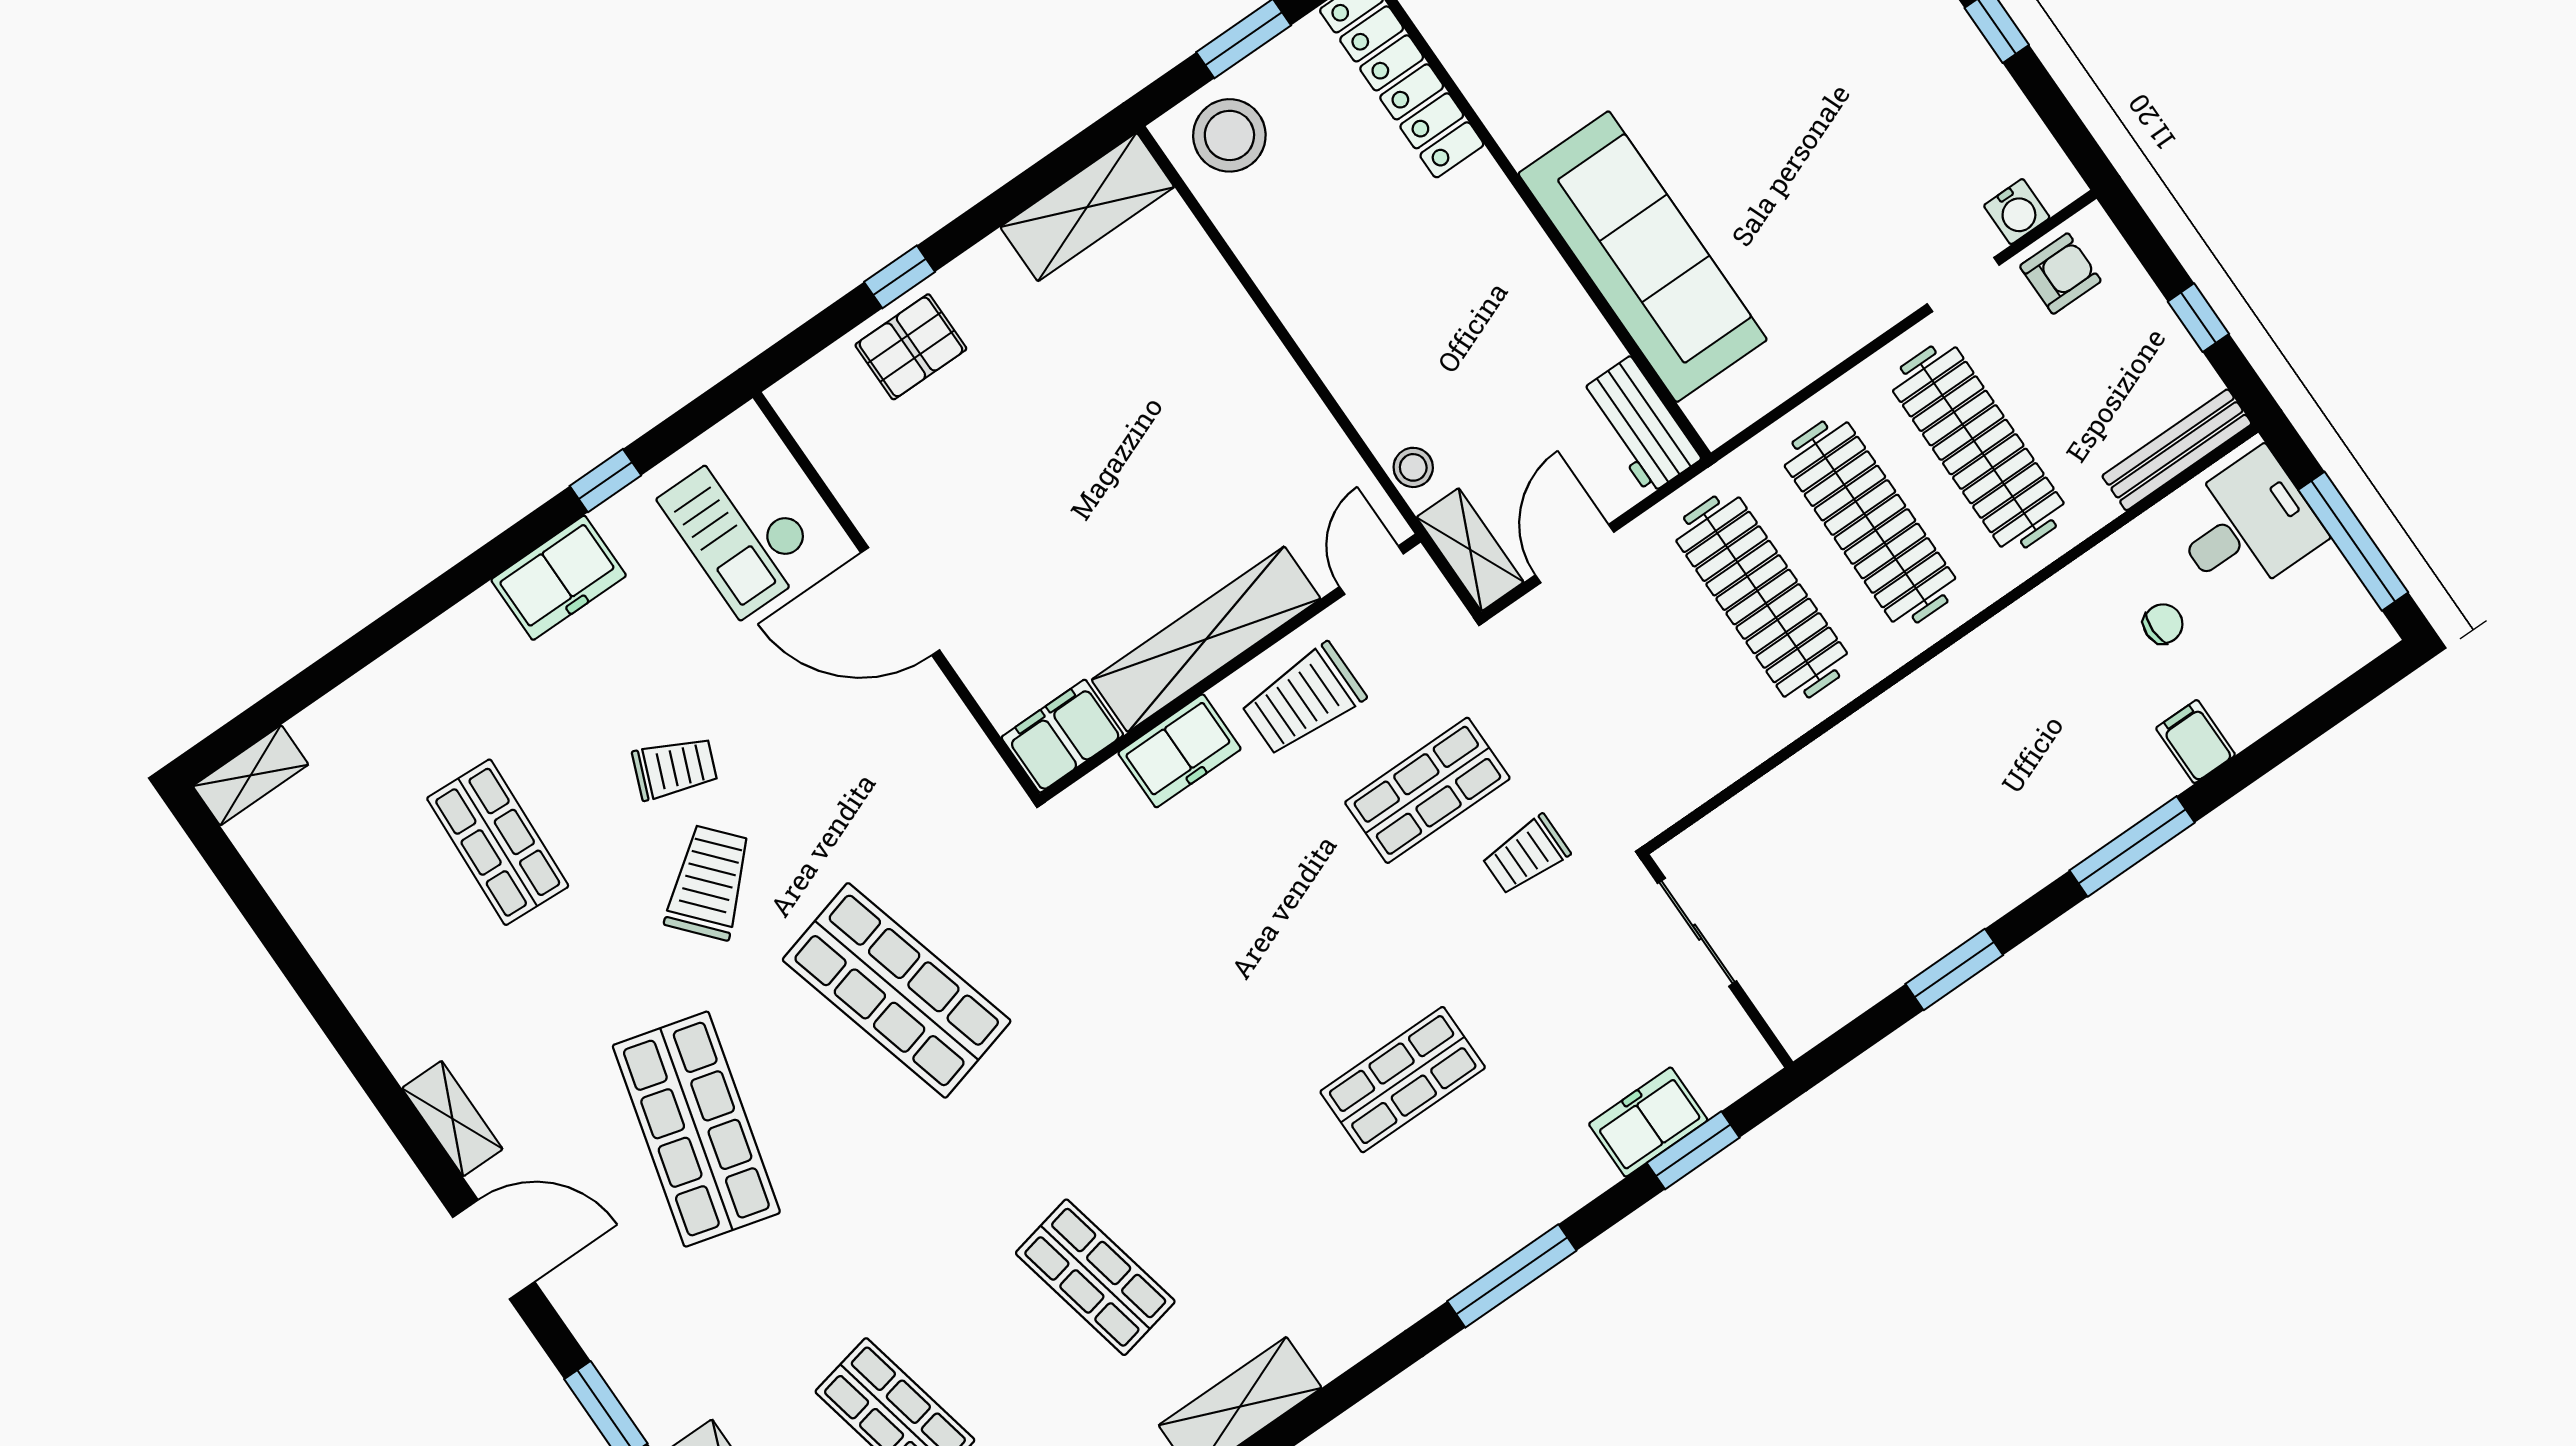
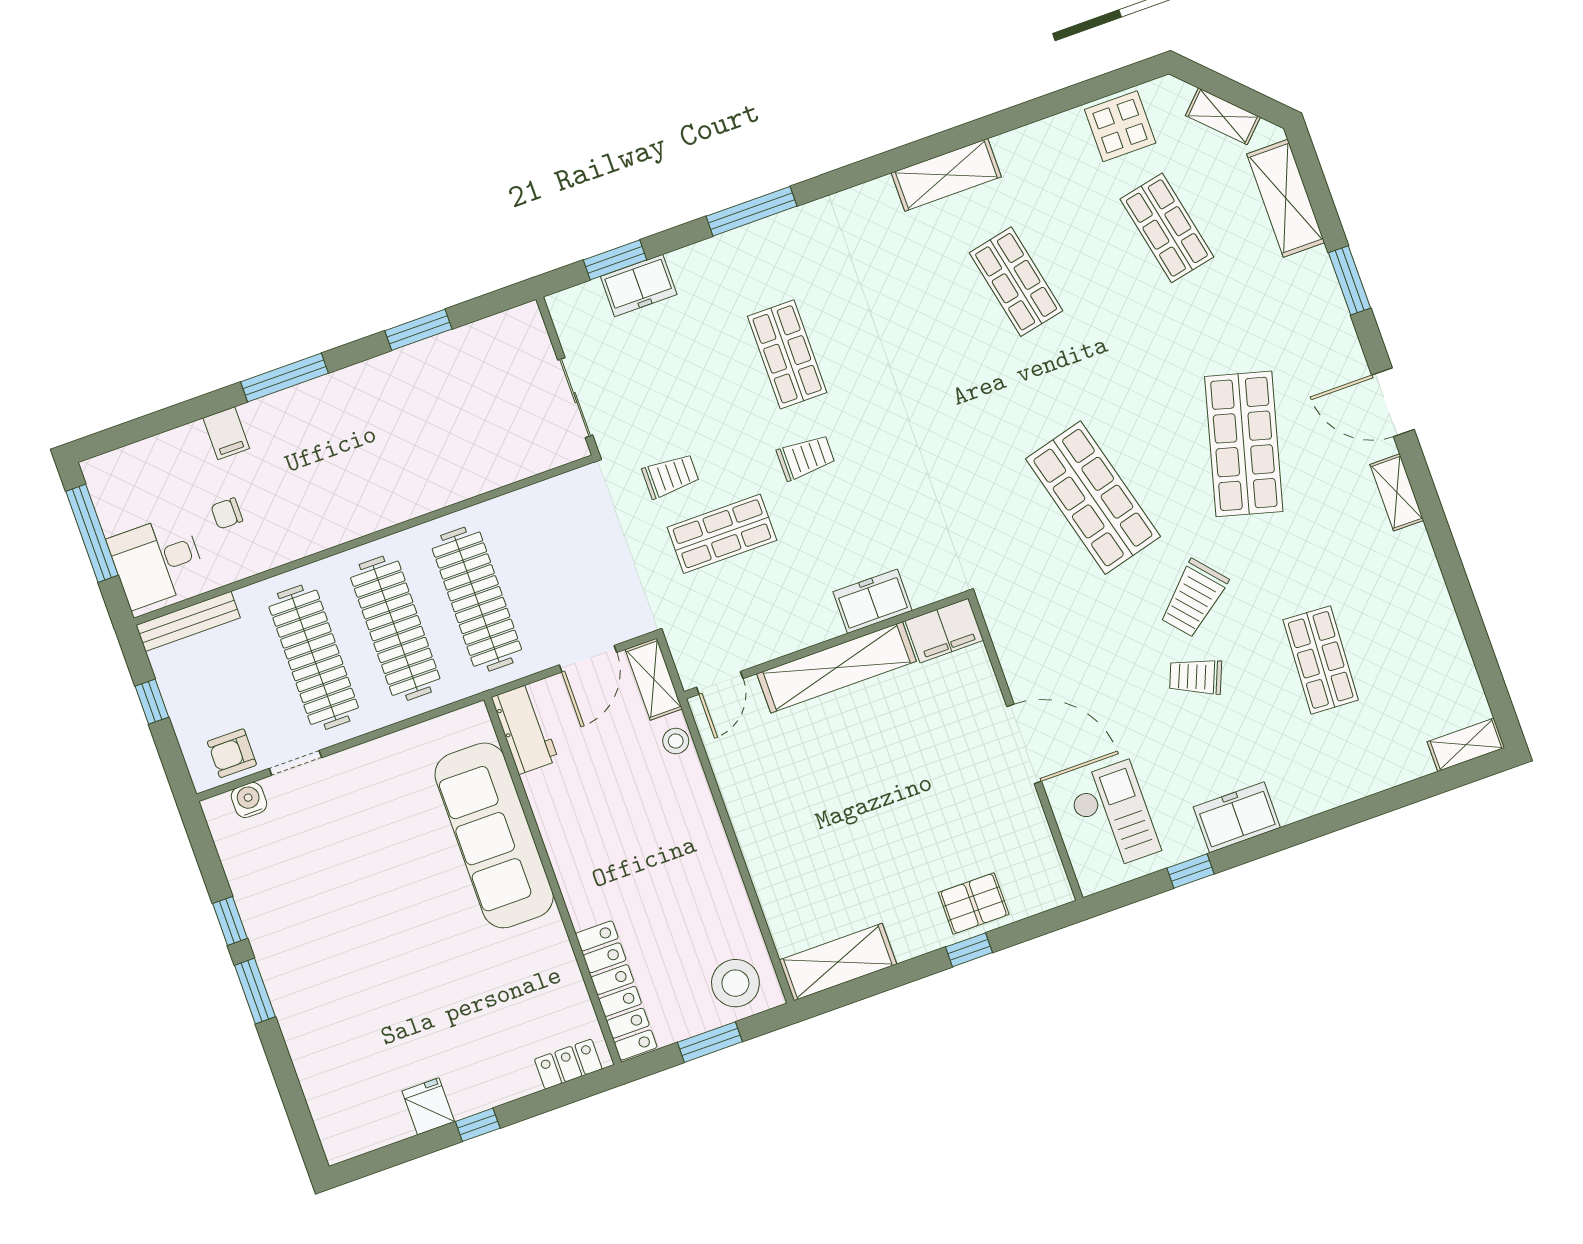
trolley: (1303, 700) -> (806, 457), moved, width x0.73, depth x0.72
shop shelf: (1403, 1080) -> (787, 354), turned 90

